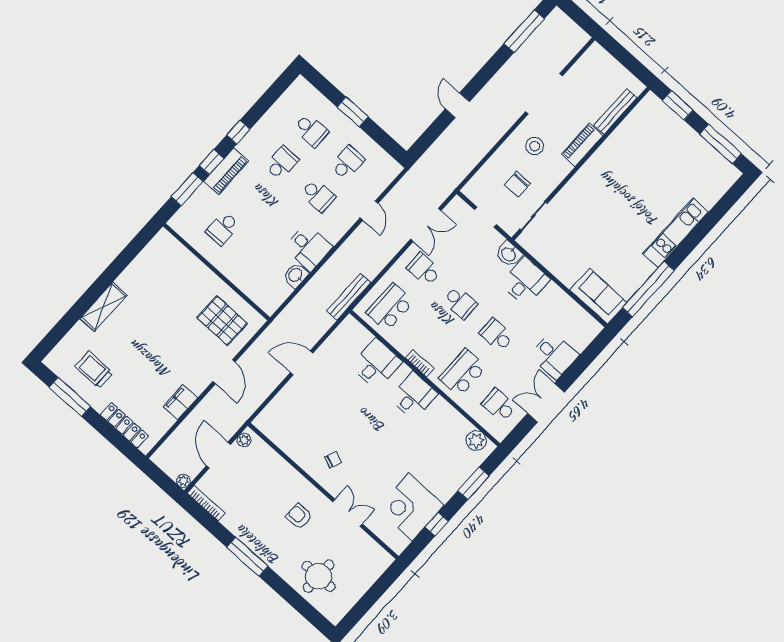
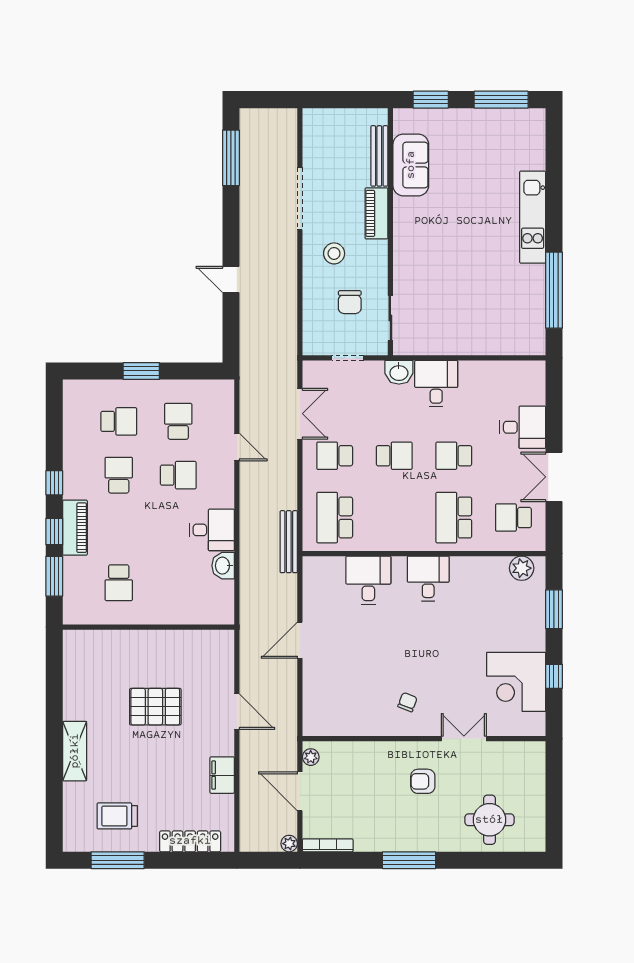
sofa: (598, 296) -> (411, 165), moved, turned 90
pallet: (222, 321) -> (155, 707), moved
bookcase: (420, 363) -> (407, 544), removed

